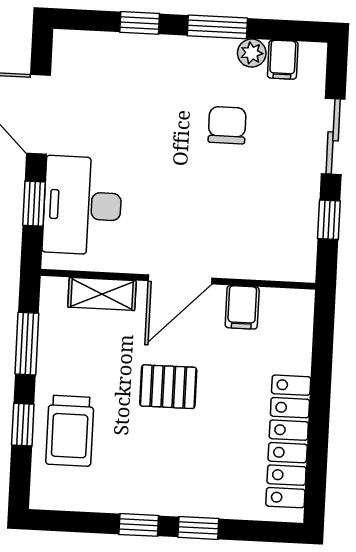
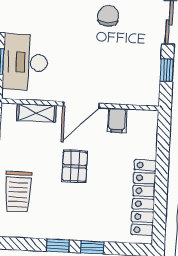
pallet: (168, 387) -> (75, 166), turned 90

